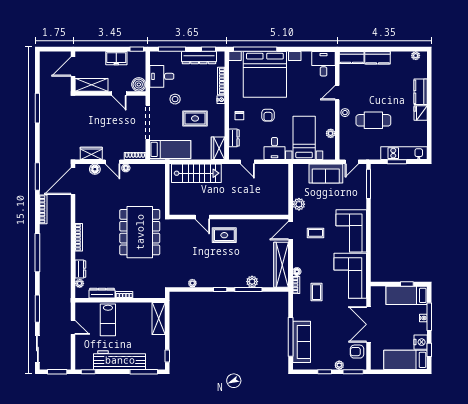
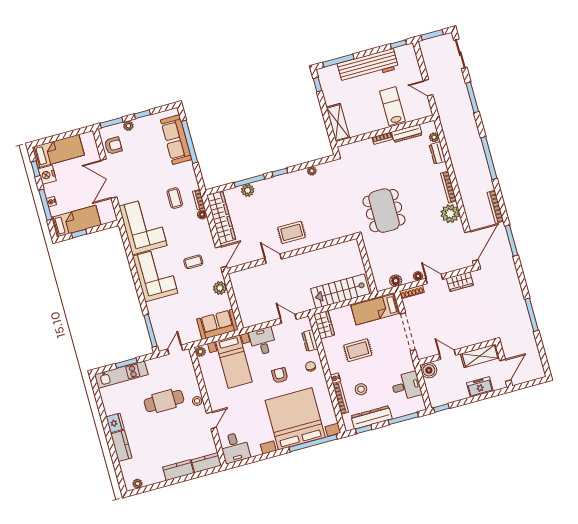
freezer: (116, 58) -> (480, 387), moved
stool: (175, 99) -> (361, 389), moved
plant: (331, 133) -> (200, 352), moved
floor lamp: (95, 169) -> (396, 281), moved
sofa: (326, 174) -> (217, 324), moved
plant: (84, 214) -> (450, 214), added
door: (202, 217) -> (273, 259), moved
dining table: (140, 232) -> (384, 211), width x0.73, depth x0.80
double door: (369, 324) -> (109, 179), swing flipped

